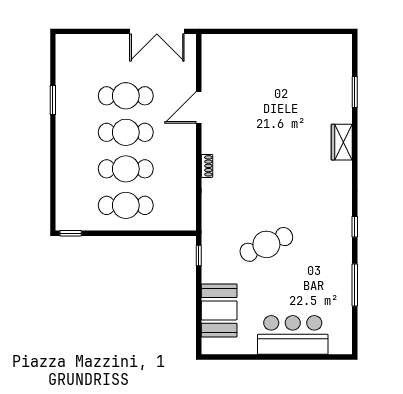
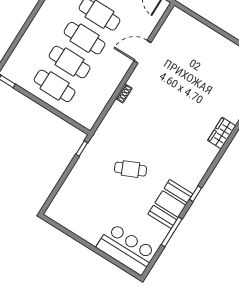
cafe table: (266, 244) -> (131, 169), width x0.73, depth x0.74
booth: (219, 310) -> (170, 204), moved
bar counter: (293, 335) -> (127, 249), moved

